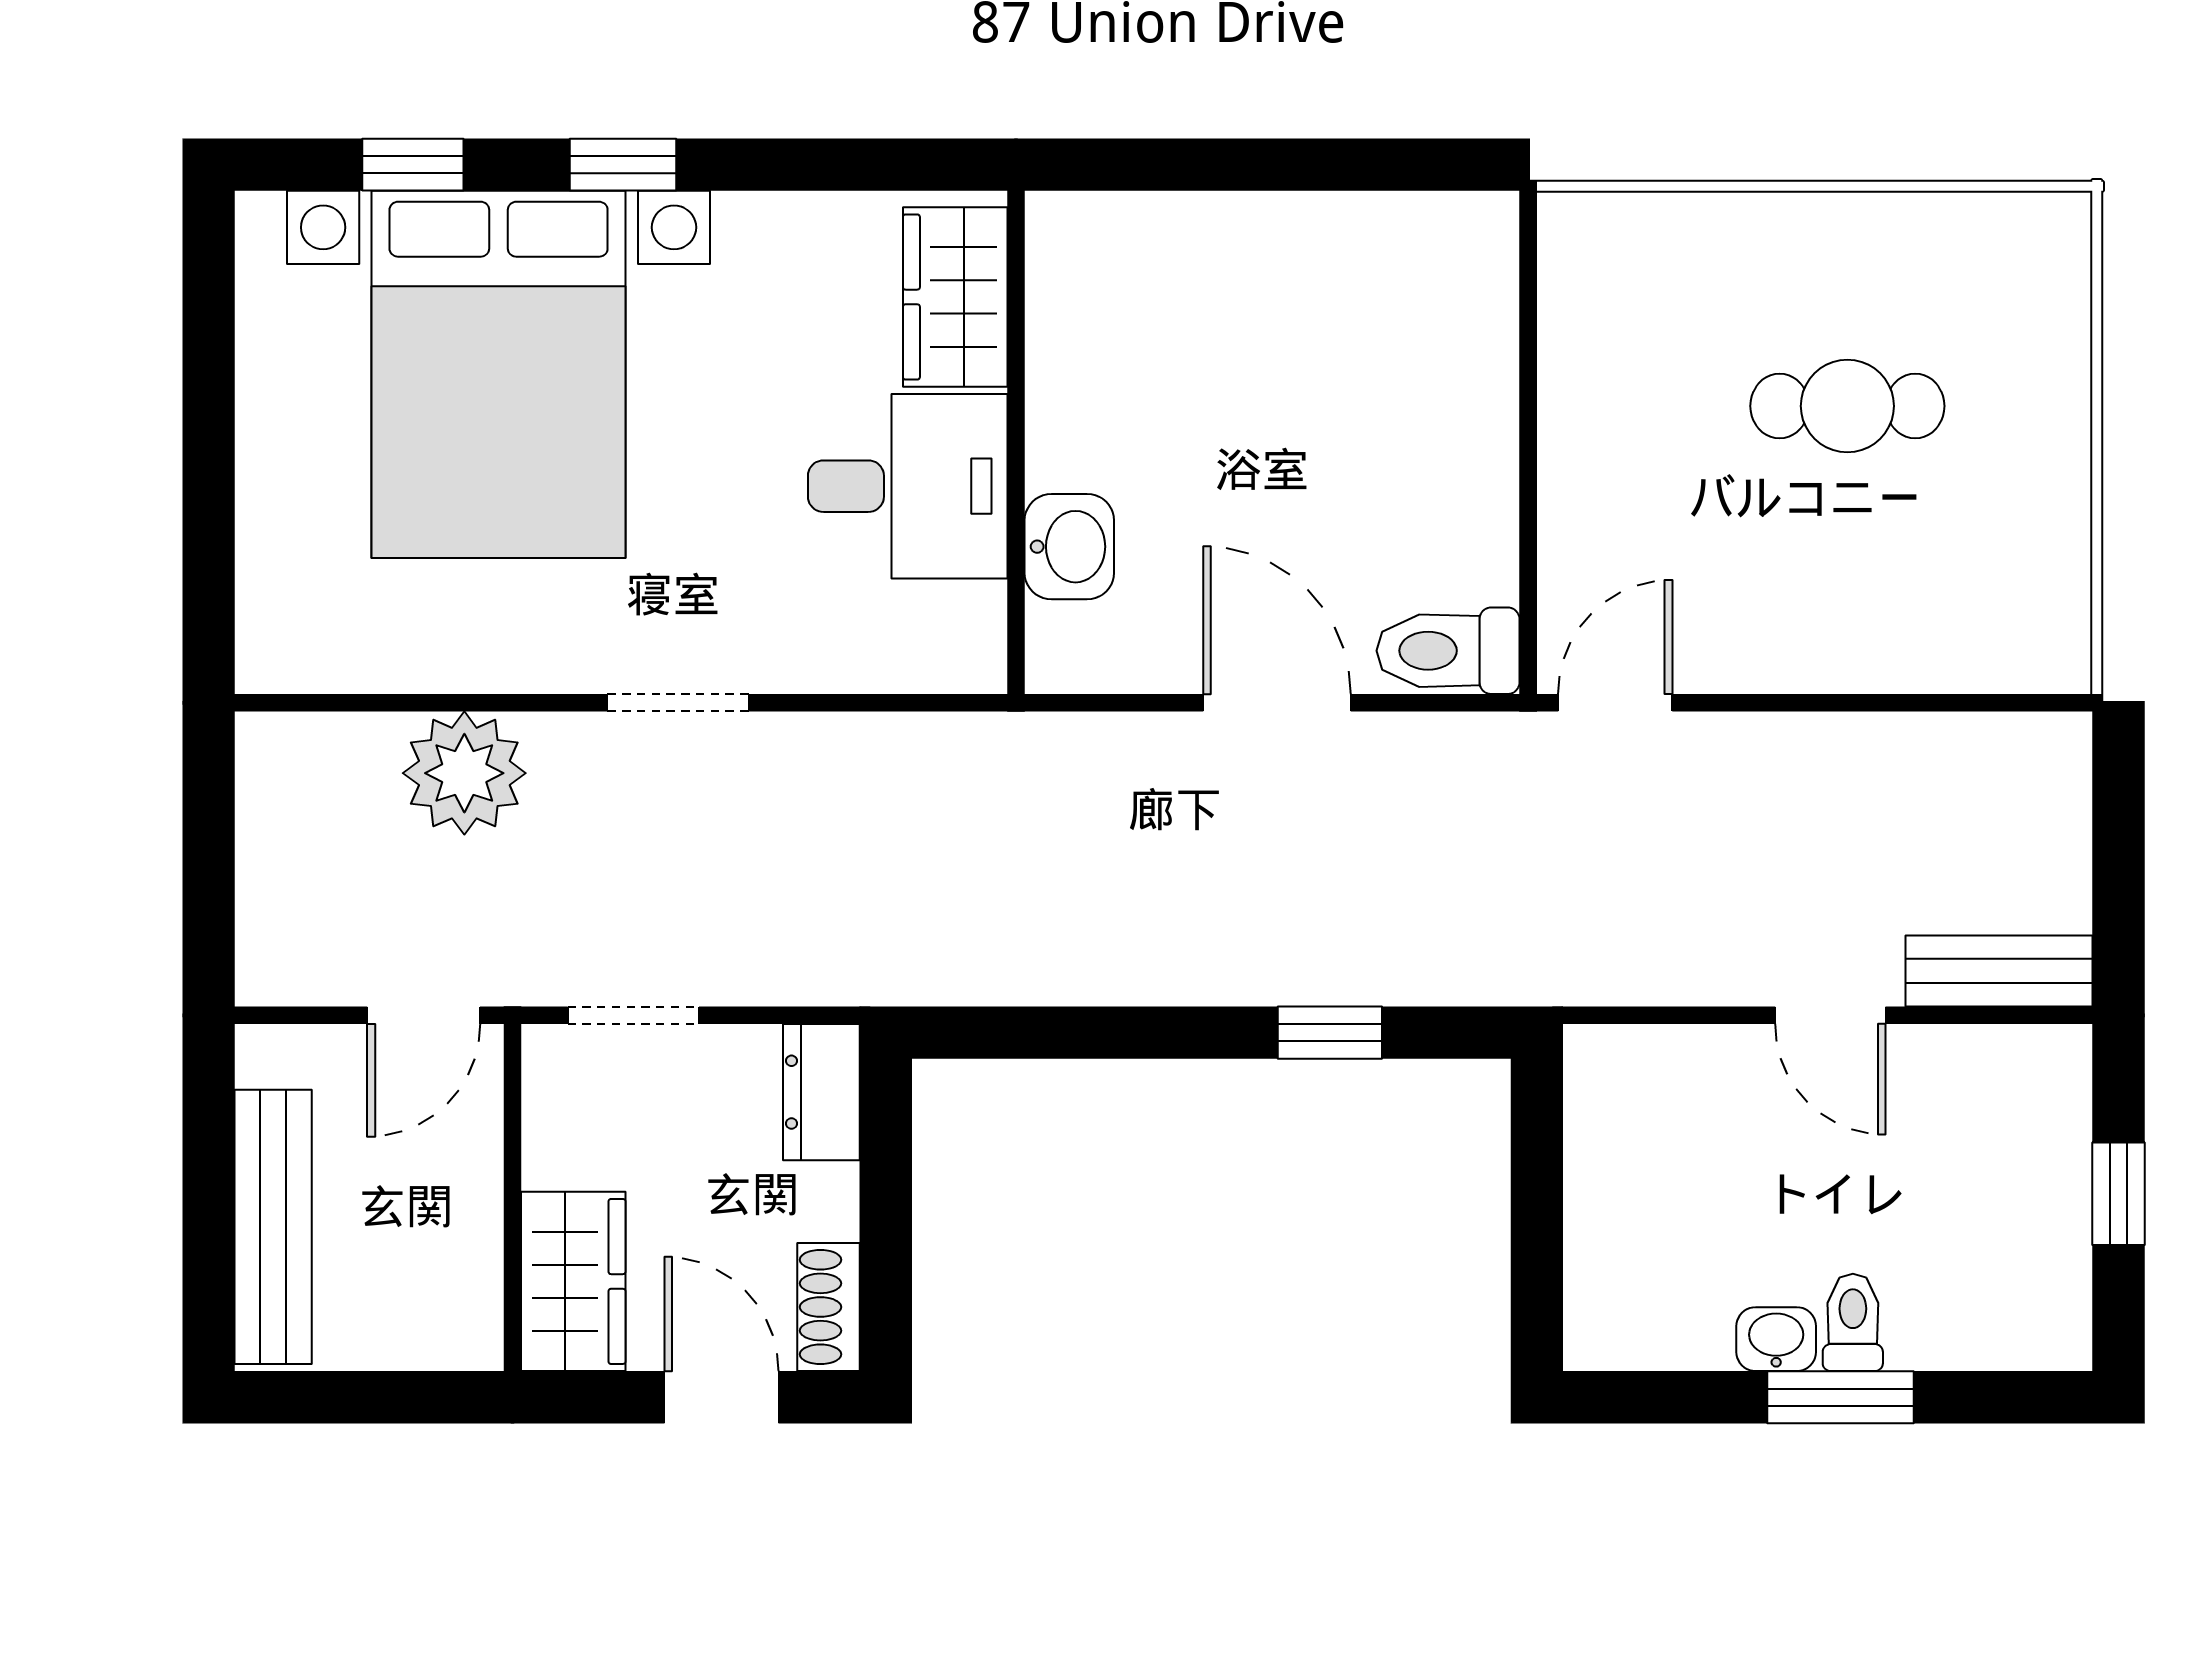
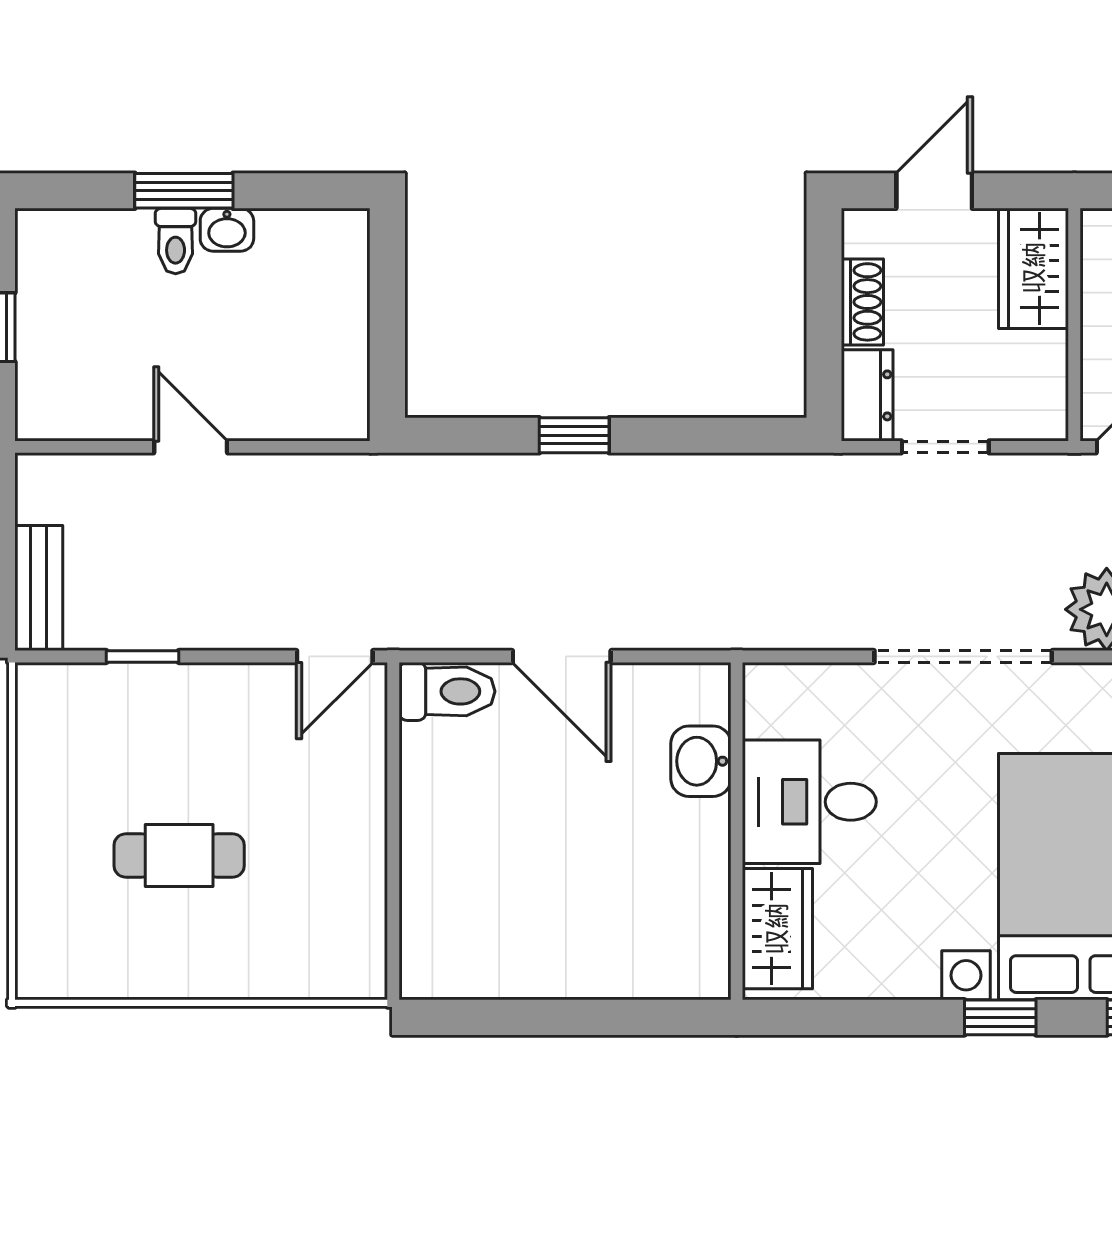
doorway: (678, 703) -> (963, 656), width x1.87
window: (1902, 703) -> (142, 656), added
bench: (1999, 971) -> (39, 588), moved, turned 90
doorway: (633, 1015) -> (945, 447), moved
window: (1330, 1033) -> (574, 435), moved
shoe rack: (829, 1307) -> (862, 302), moved
door: (721, 1397) -> (934, 191), swing flipped

